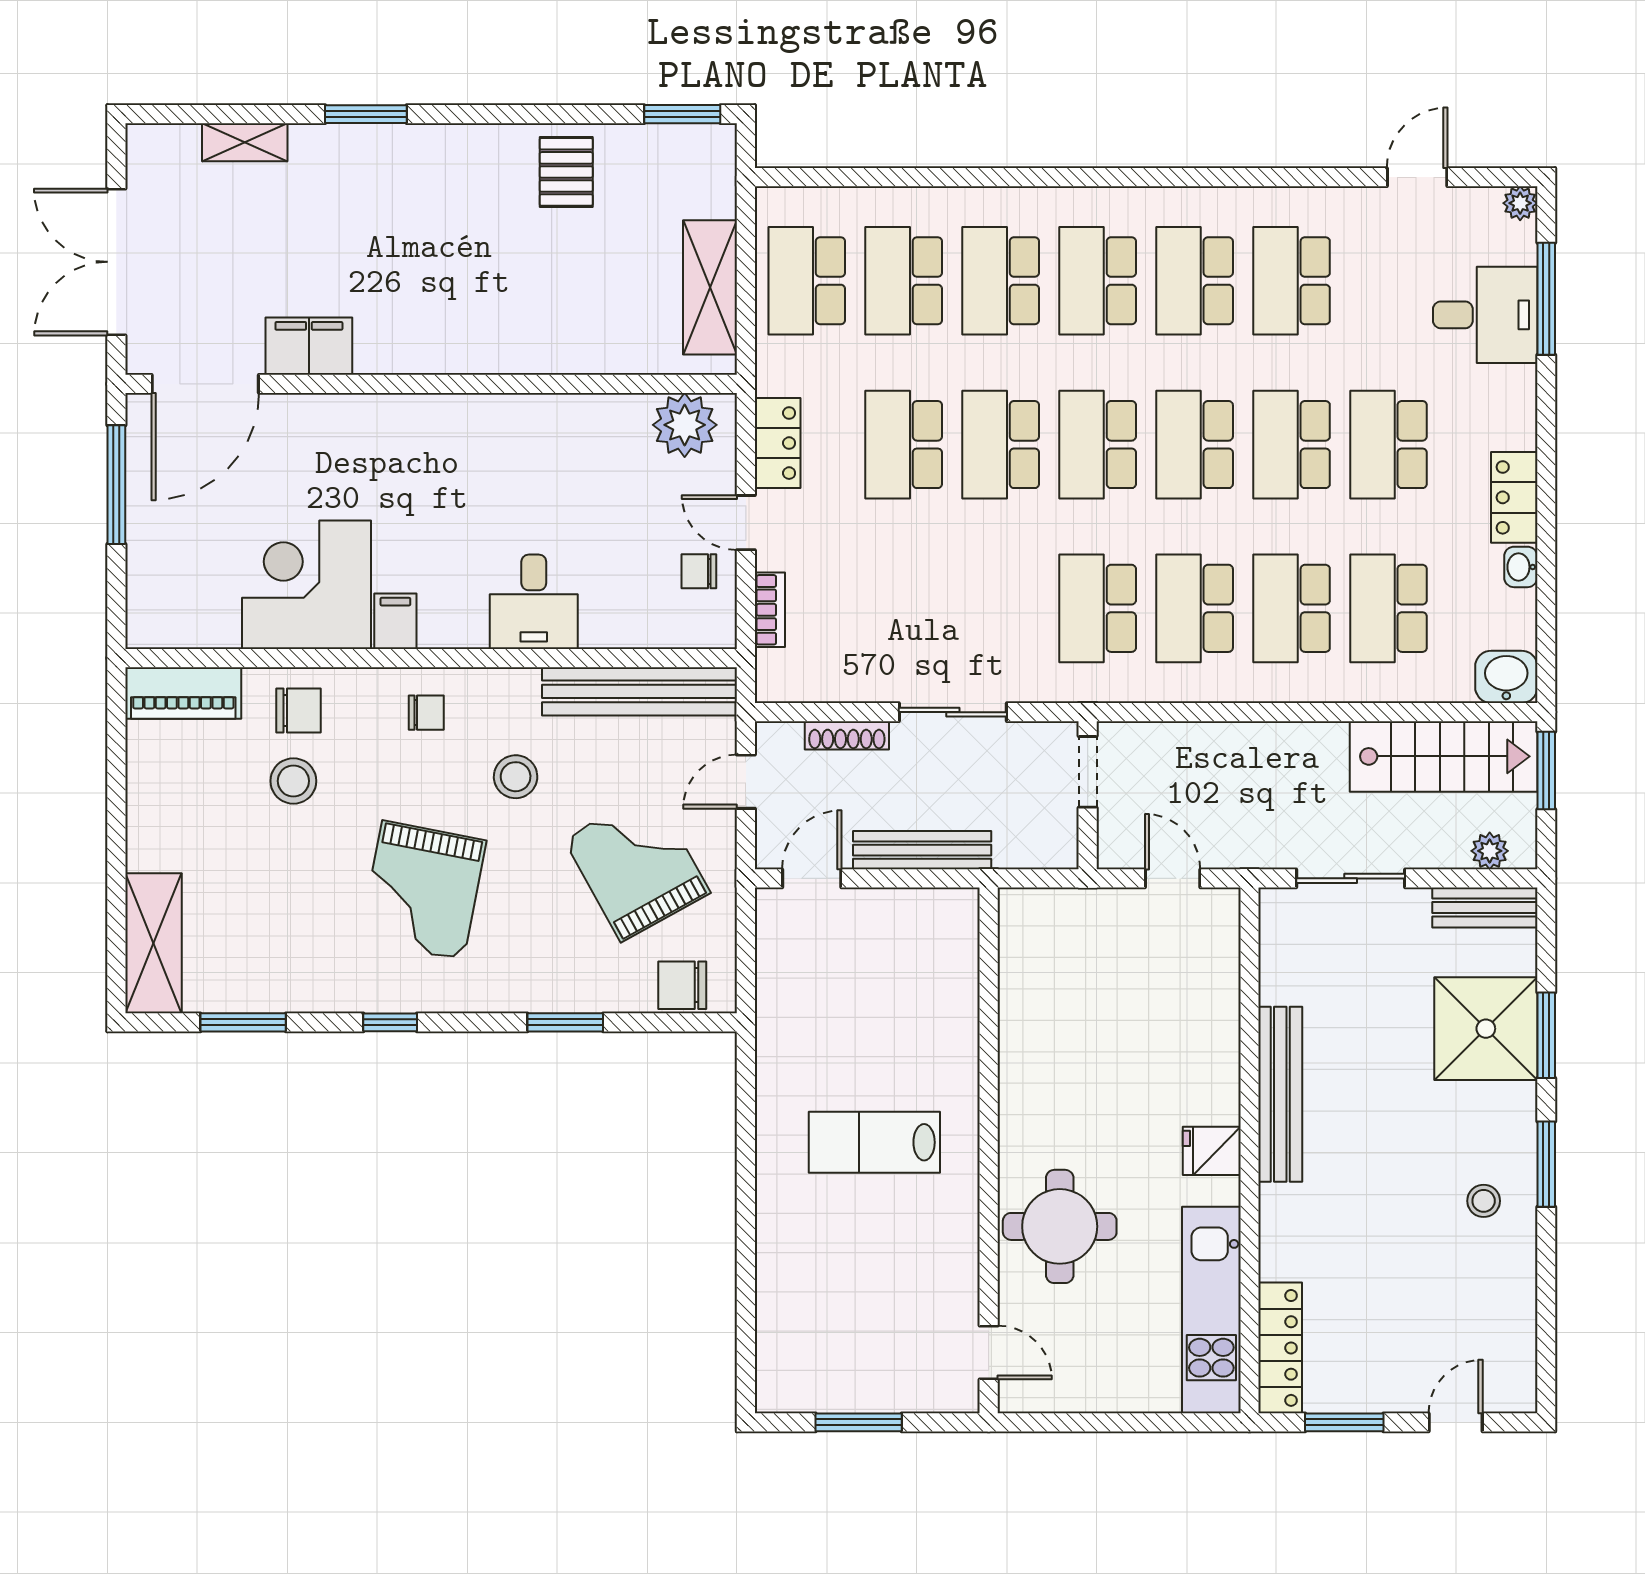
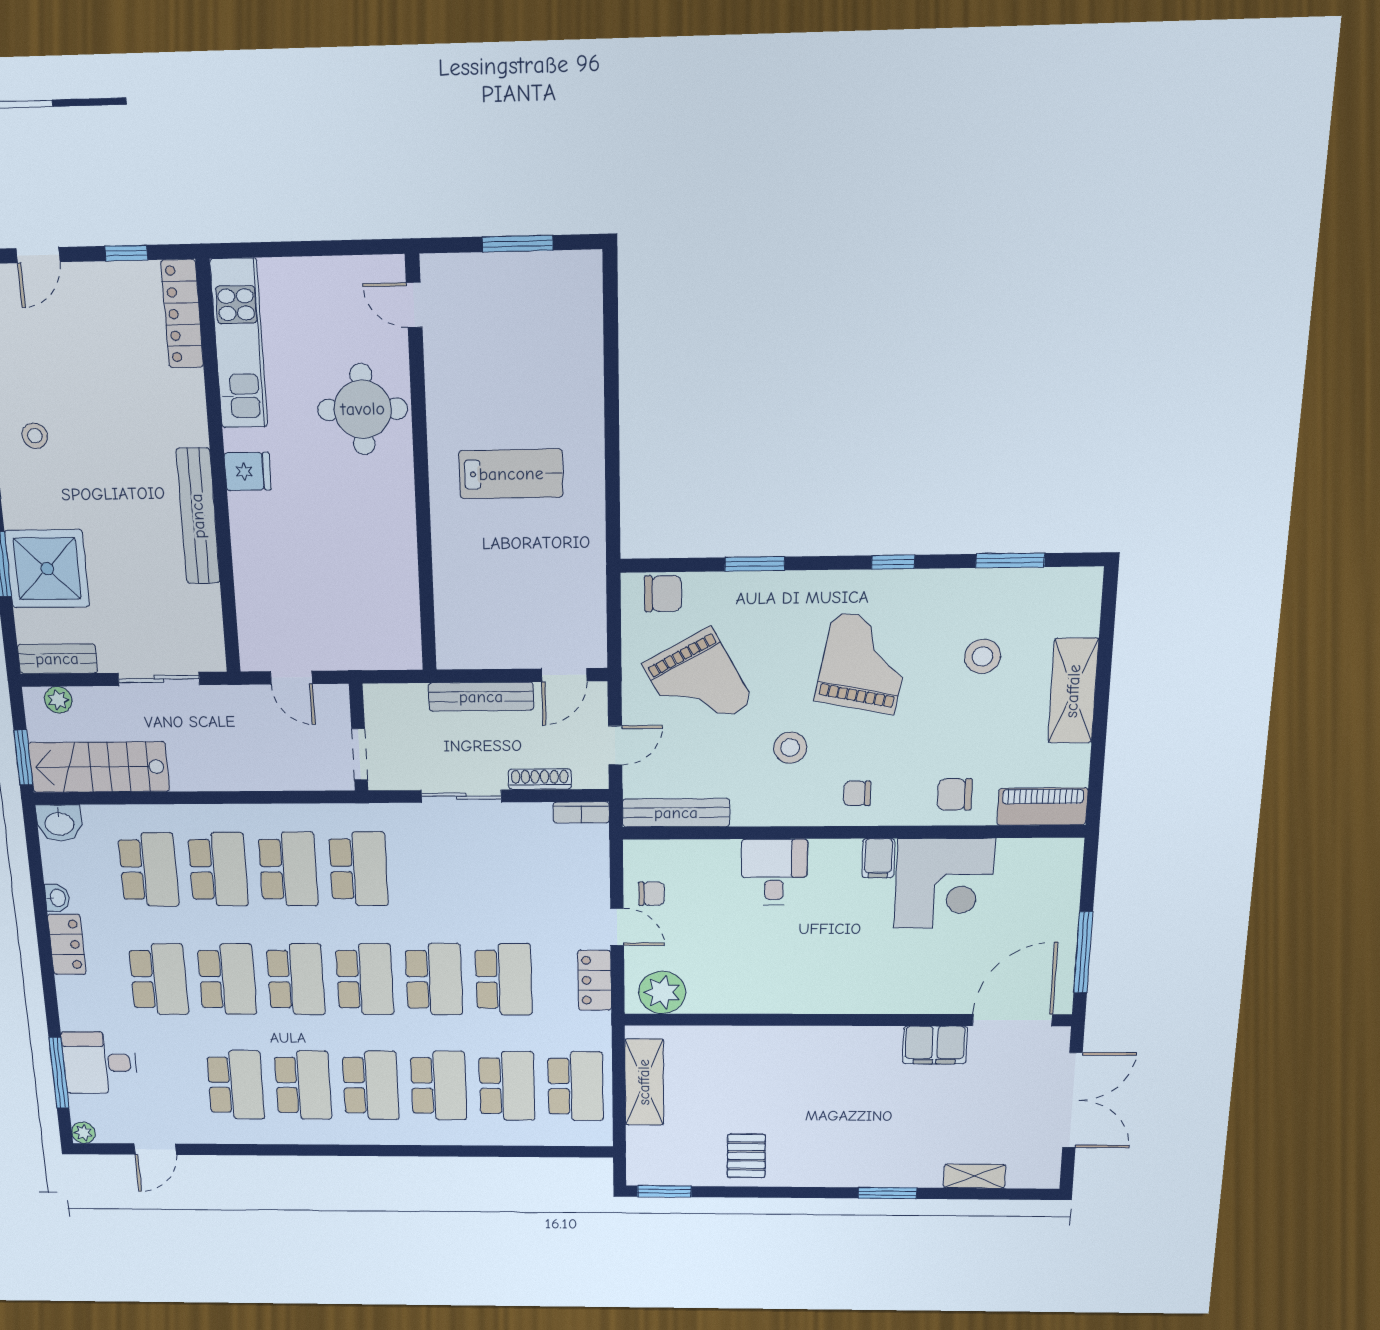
bookcase: (770, 610) -> (581, 812), moved, turned -90
bench: (640, 691) -> (676, 813), width x0.73, depth x0.82
stool: (293, 781) -> (983, 656), moved
shelving: (153, 943) -> (1073, 691), moved
window: (1344, 1422) -> (126, 253), width x0.67

